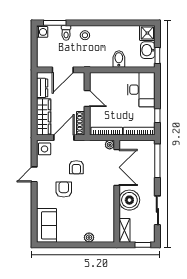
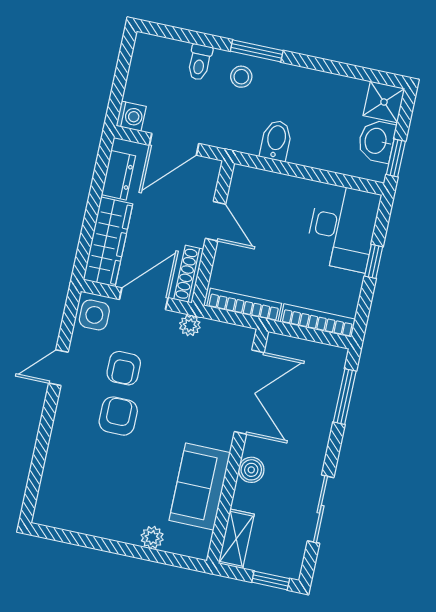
window: (55, 23) -> (257, 51), moved
washing machine: (42, 32) -> (131, 116), moved
bidet: (119, 59) -> (276, 140), moved
window: (157, 116) -> (374, 261), moved
plant: (110, 145) -> (190, 325), moved
window: (157, 161) -> (345, 397), width x0.69
armchair: (76, 167) -> (124, 368), moved
boiler: (129, 200) -> (251, 470), width x0.54, depth x0.54
sofa: (46, 225) -> (200, 487), moved, turned 180

